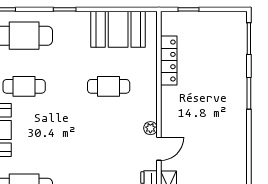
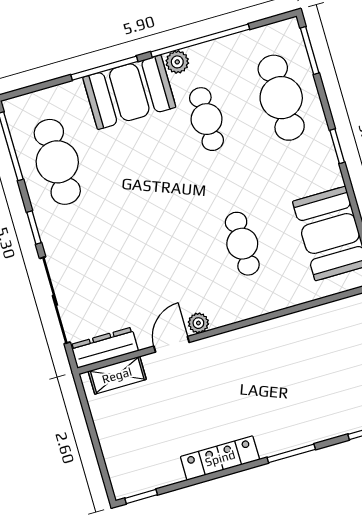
locker: (169, 61) -> (220, 458), moved, turned 180
door: (159, 149) -> (172, 344), swing flipped

